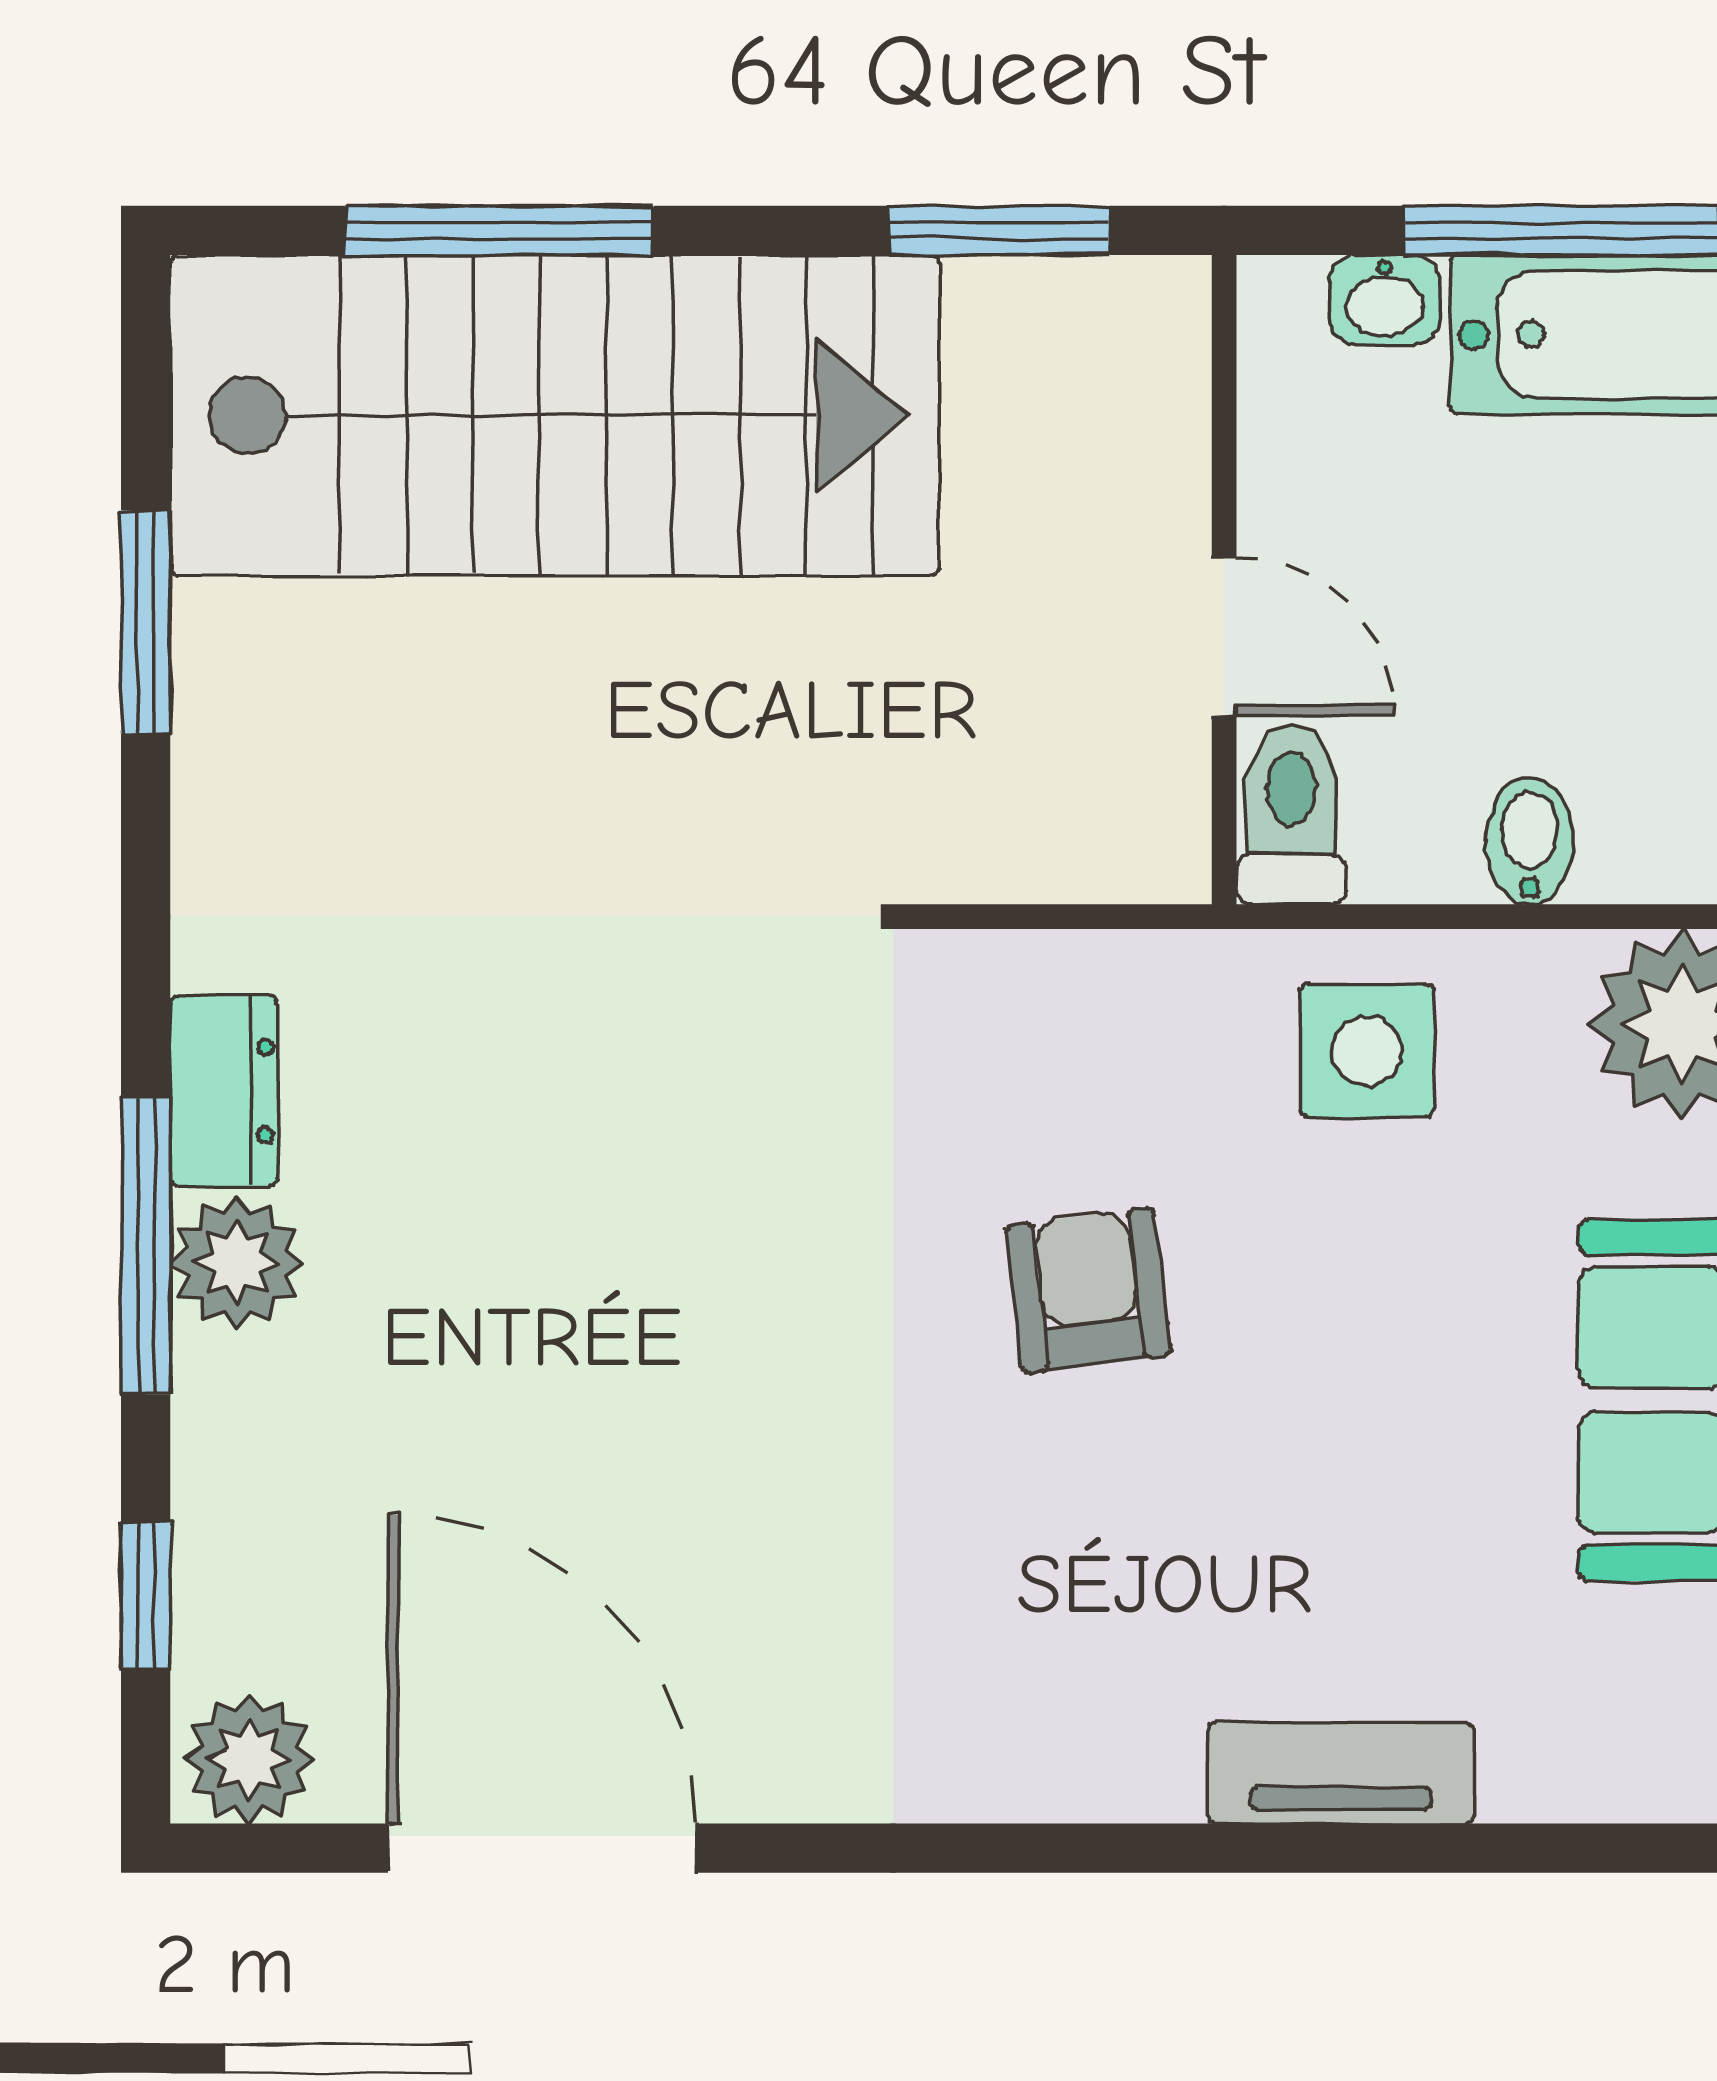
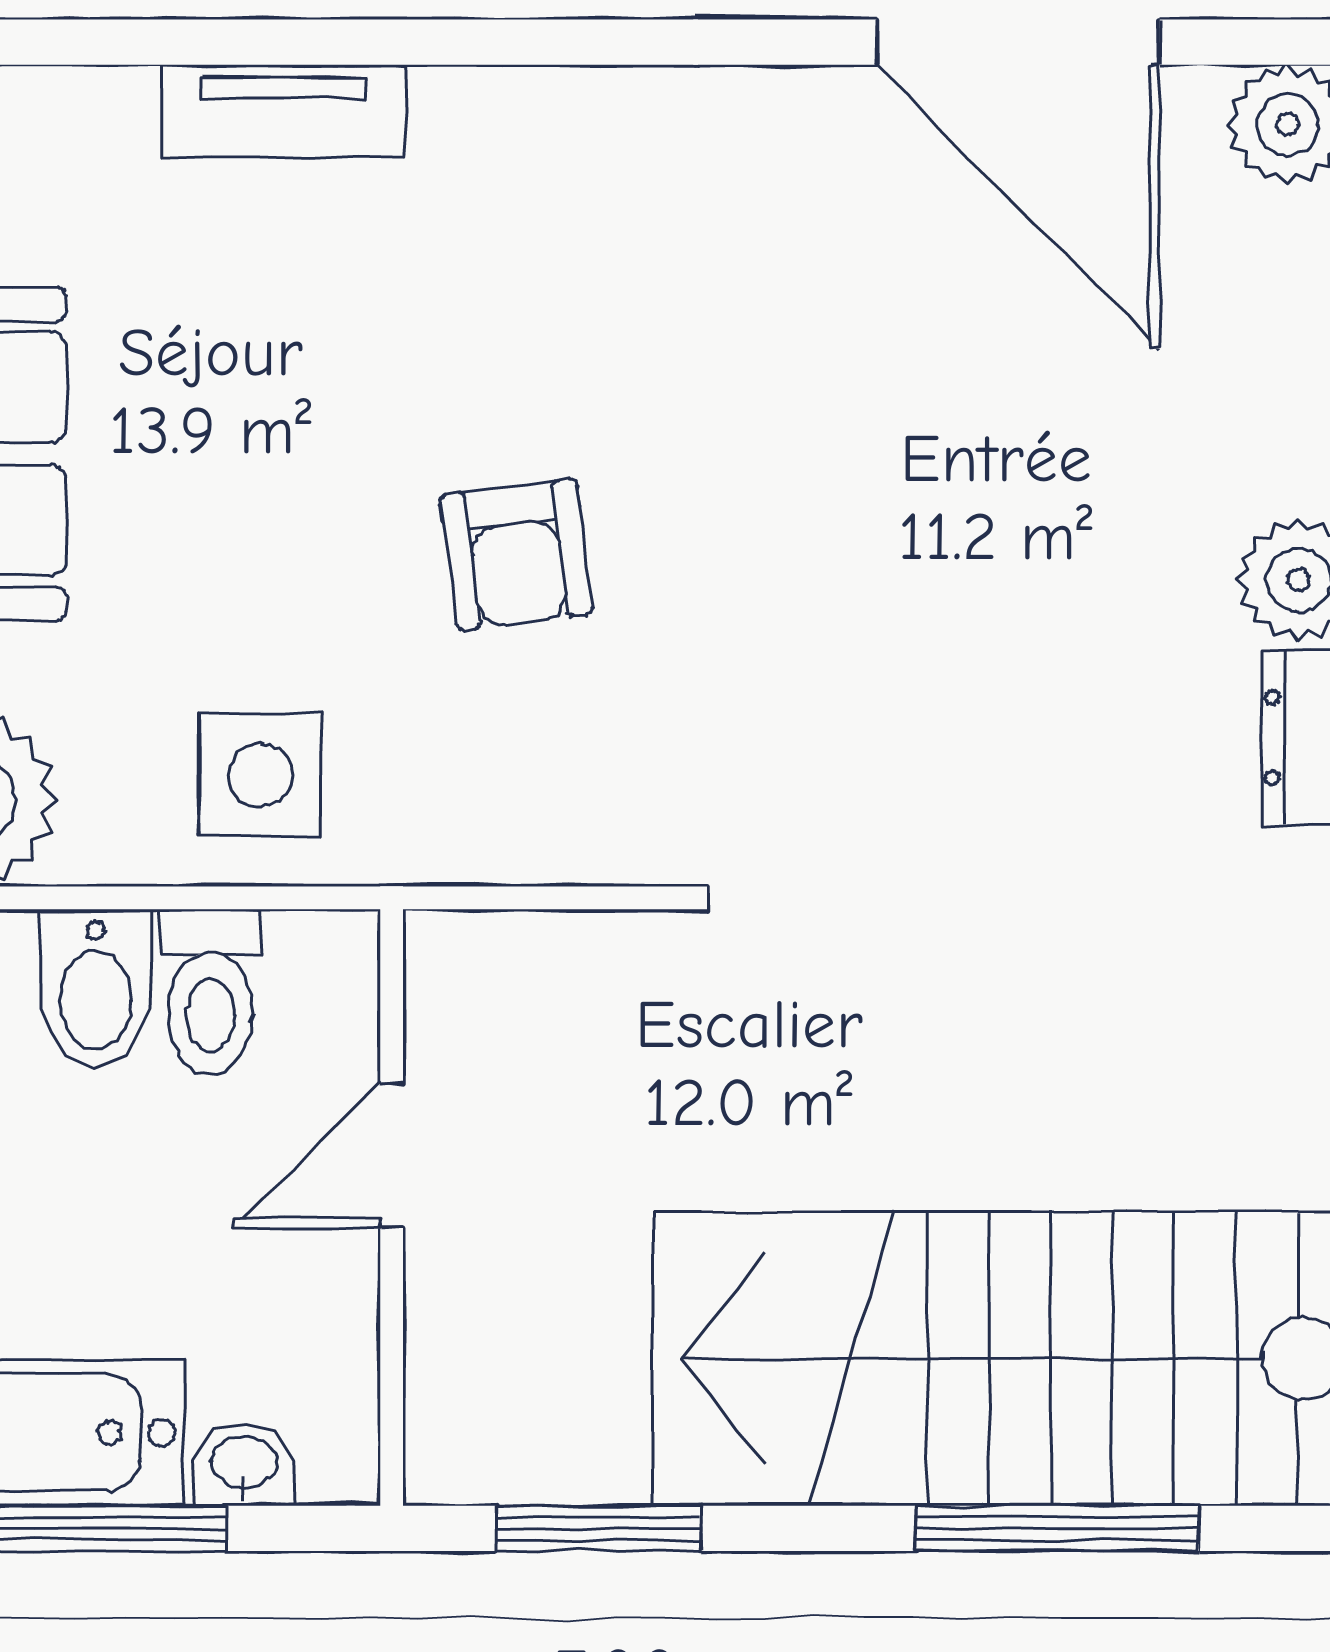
door: (1224, 637) -> (392, 1155), hinge flipped
toilet: (1291, 814) -> (210, 992), moved
bidet: (1530, 841) -> (96, 989), width x1.38, depth x1.36

